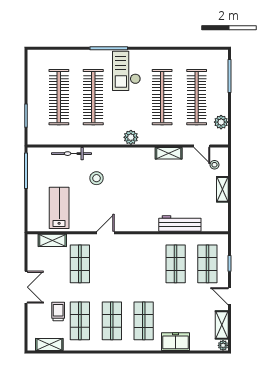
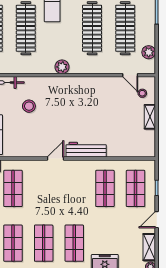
shelving: (169, 153) -> (98, 82), removed
workbench: (180, 223) -> (86, 150), moved
door: (106, 233) -> (56, 159), moved
door: (229, 296) -> (157, 220), hinge flipped

